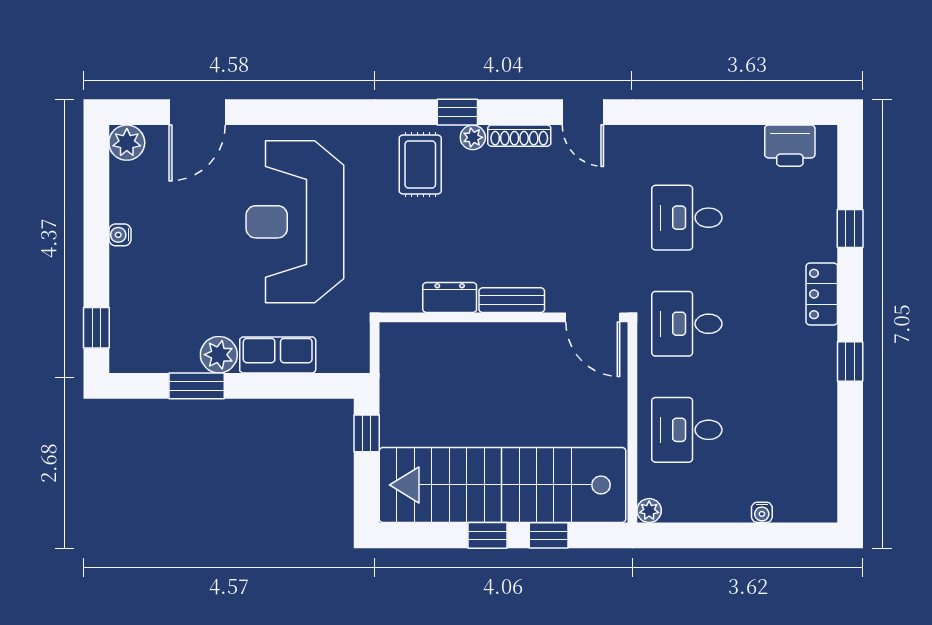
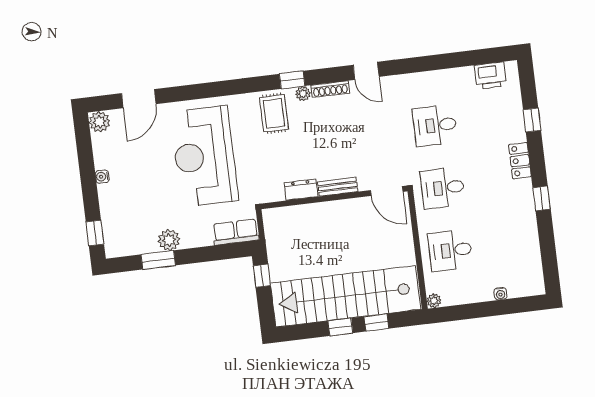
row of seats: (278, 355) -> (236, 232), moved

